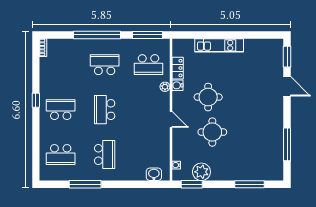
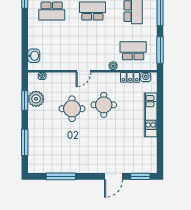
school desk: (149, 65) -> (133, 51), turned 90
water cooler: (177, 85) -> (146, 77), moved
window: (192, 184) -> (25, 100), moved

